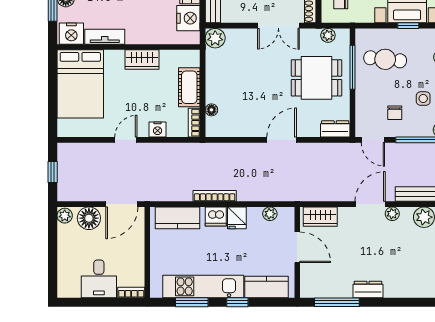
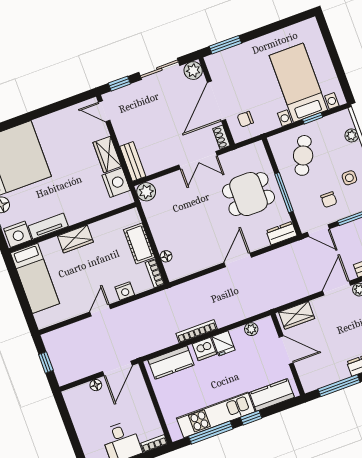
plant: (328, 35) -> (245, 153), removed
cafe table: (385, 59) -> (303, 155), turned -71
wardrobe: (142, 60) -> (75, 239), moved
window: (353, 67) -> (284, 193), moved
bed: (80, 84) -> (35, 278), width x0.67
plant: (65, 216) -> (71, 397), removed
floor lamp: (89, 218) -> (96, 385), width x0.53, depth x0.53
window: (192, 302) -> (211, 433), width x1.44

